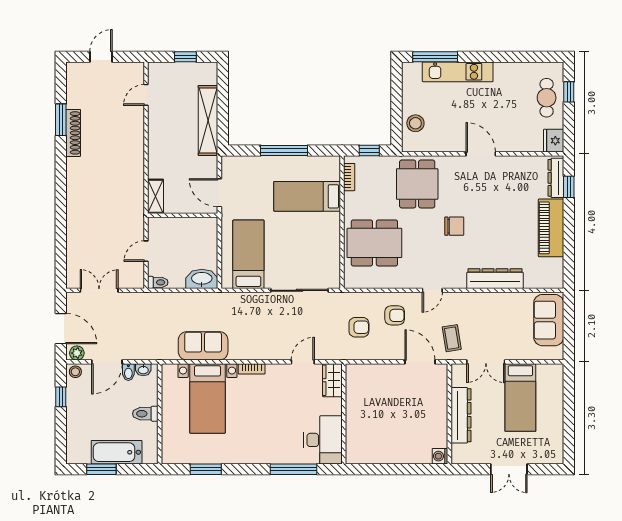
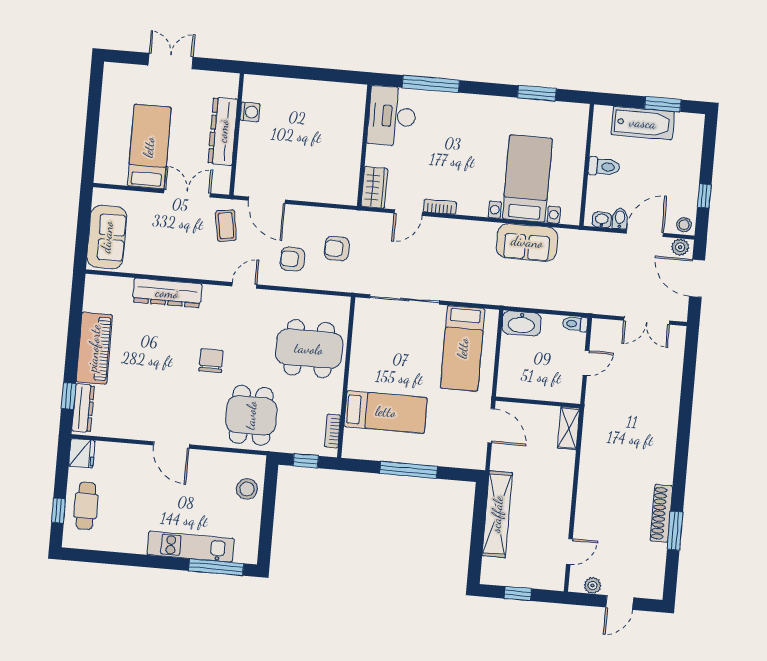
plant: (125, 69) -> (593, 585), added
chair: (454, 226) -> (211, 361), turned 90
bookcase: (252, 369) -> (440, 207), moved
washing machine: (440, 456) -> (250, 112), moved

